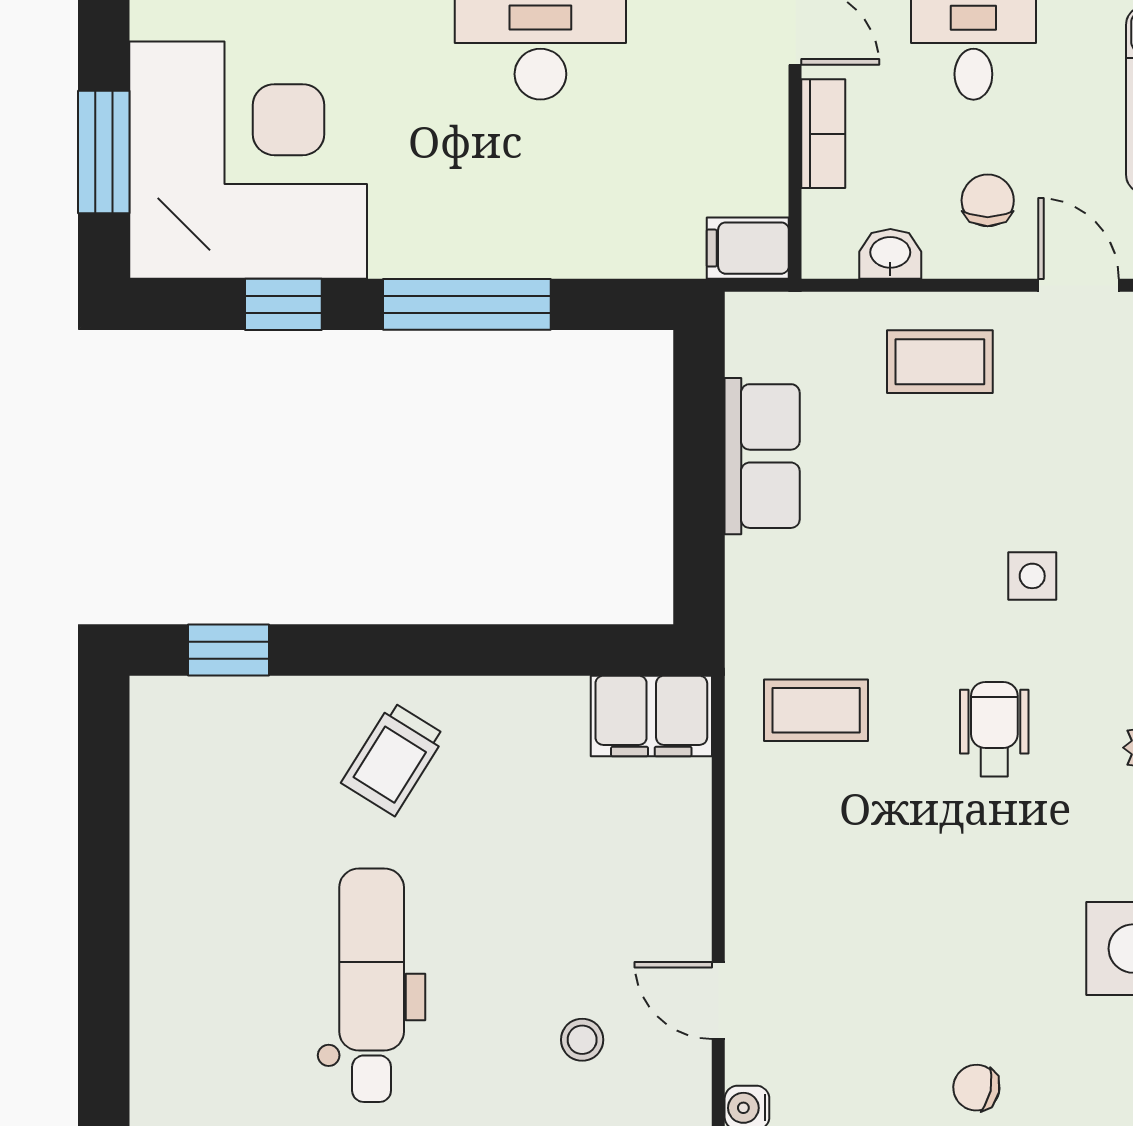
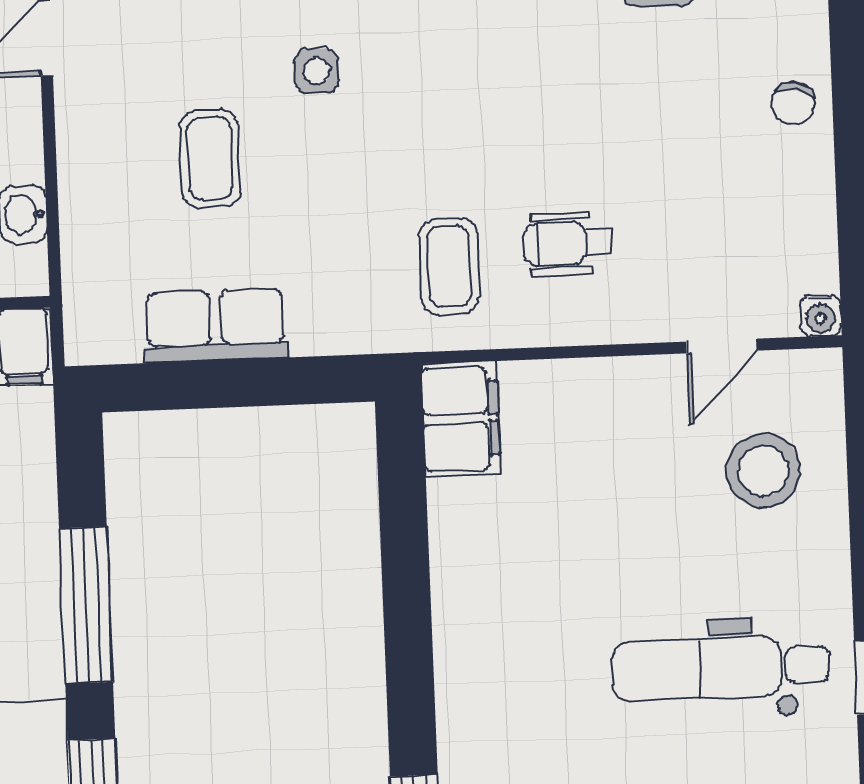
coffee table: (940, 362) -> (210, 159), moved
wheelchair: (994, 729) -> (568, 243), moved
trolley: (393, 759) -> (510, 656), removed
stool: (582, 1040) -> (763, 471), width x1.89, depth x1.89

